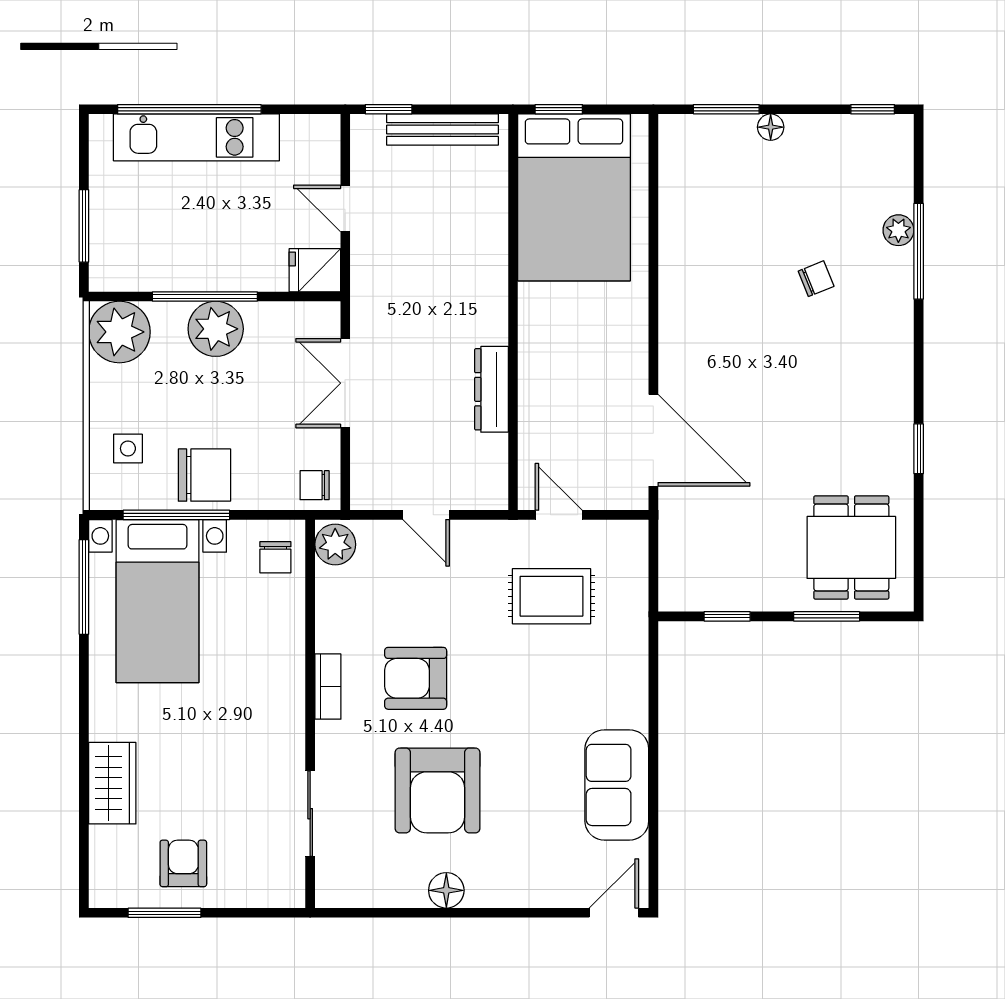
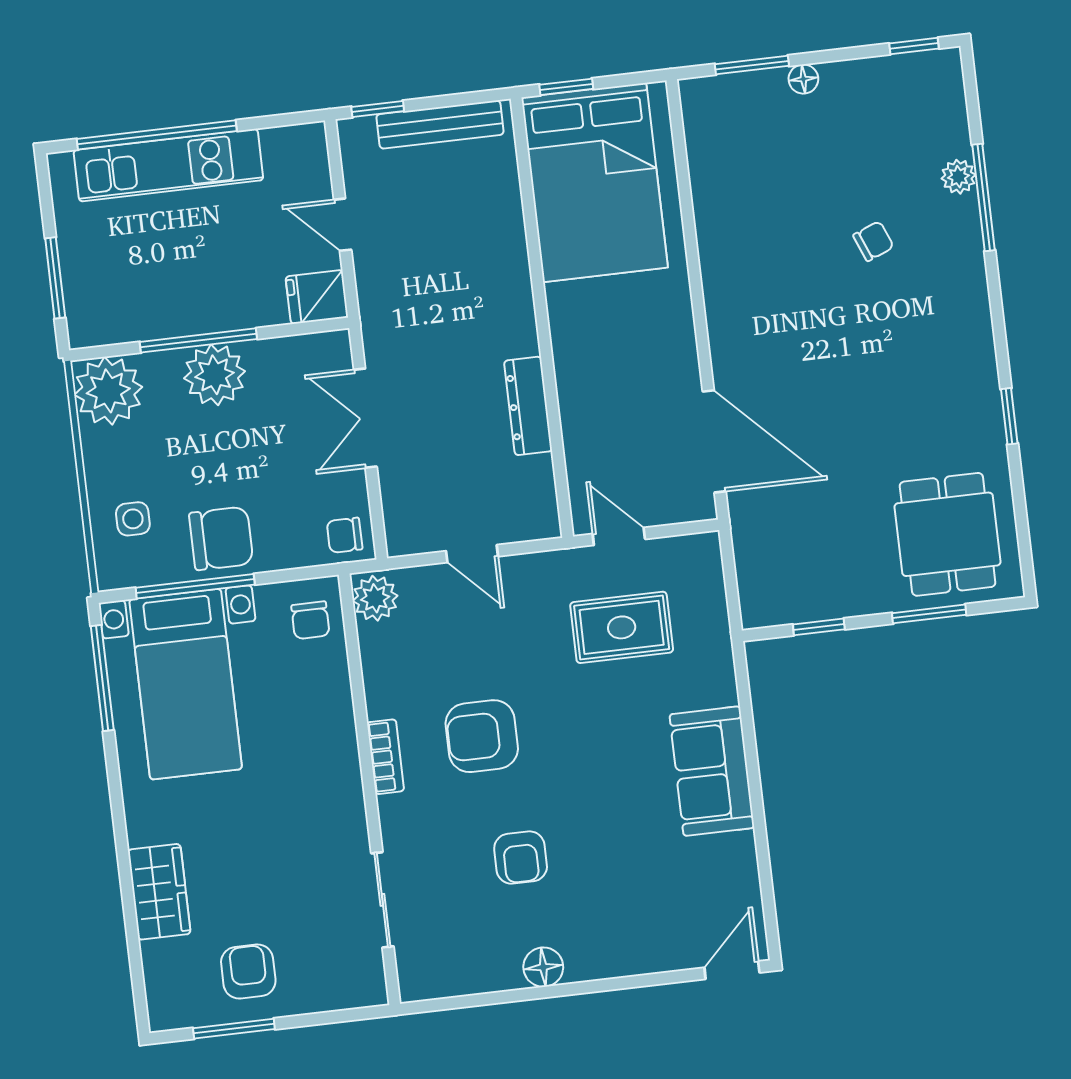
sofa: (617, 785) -> (712, 771), moved
armchair: (438, 790) -> (521, 858), width x0.53, depth x0.53

